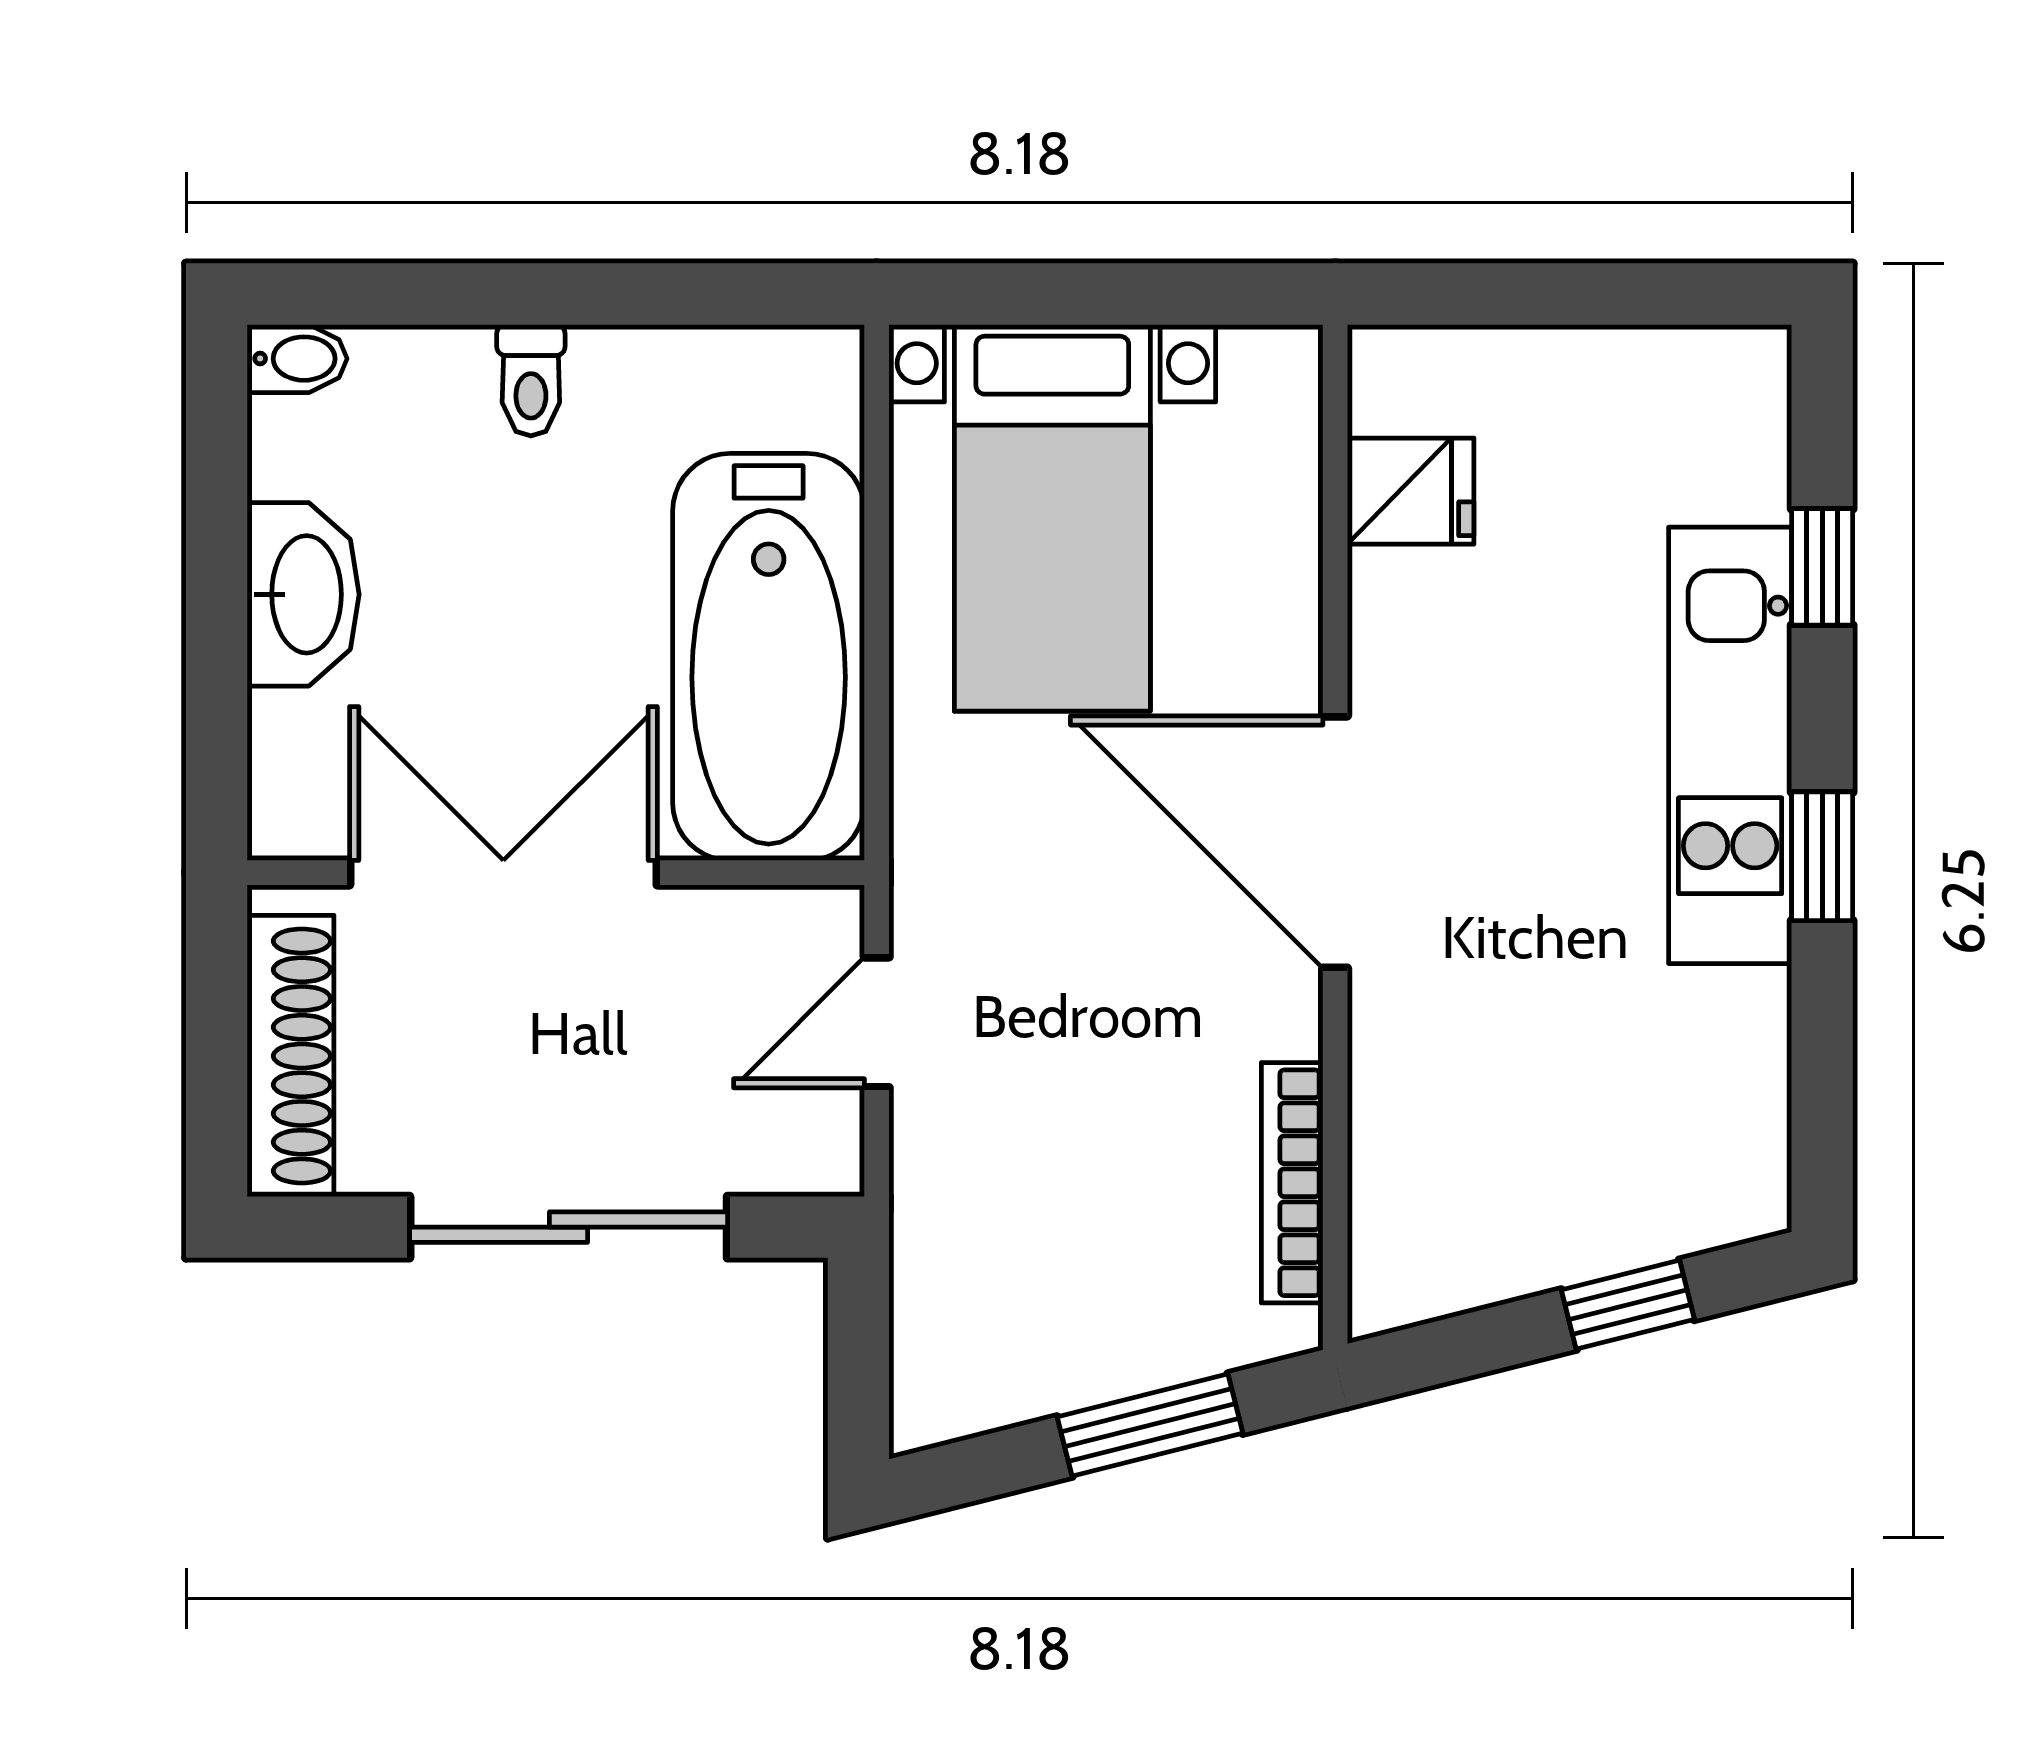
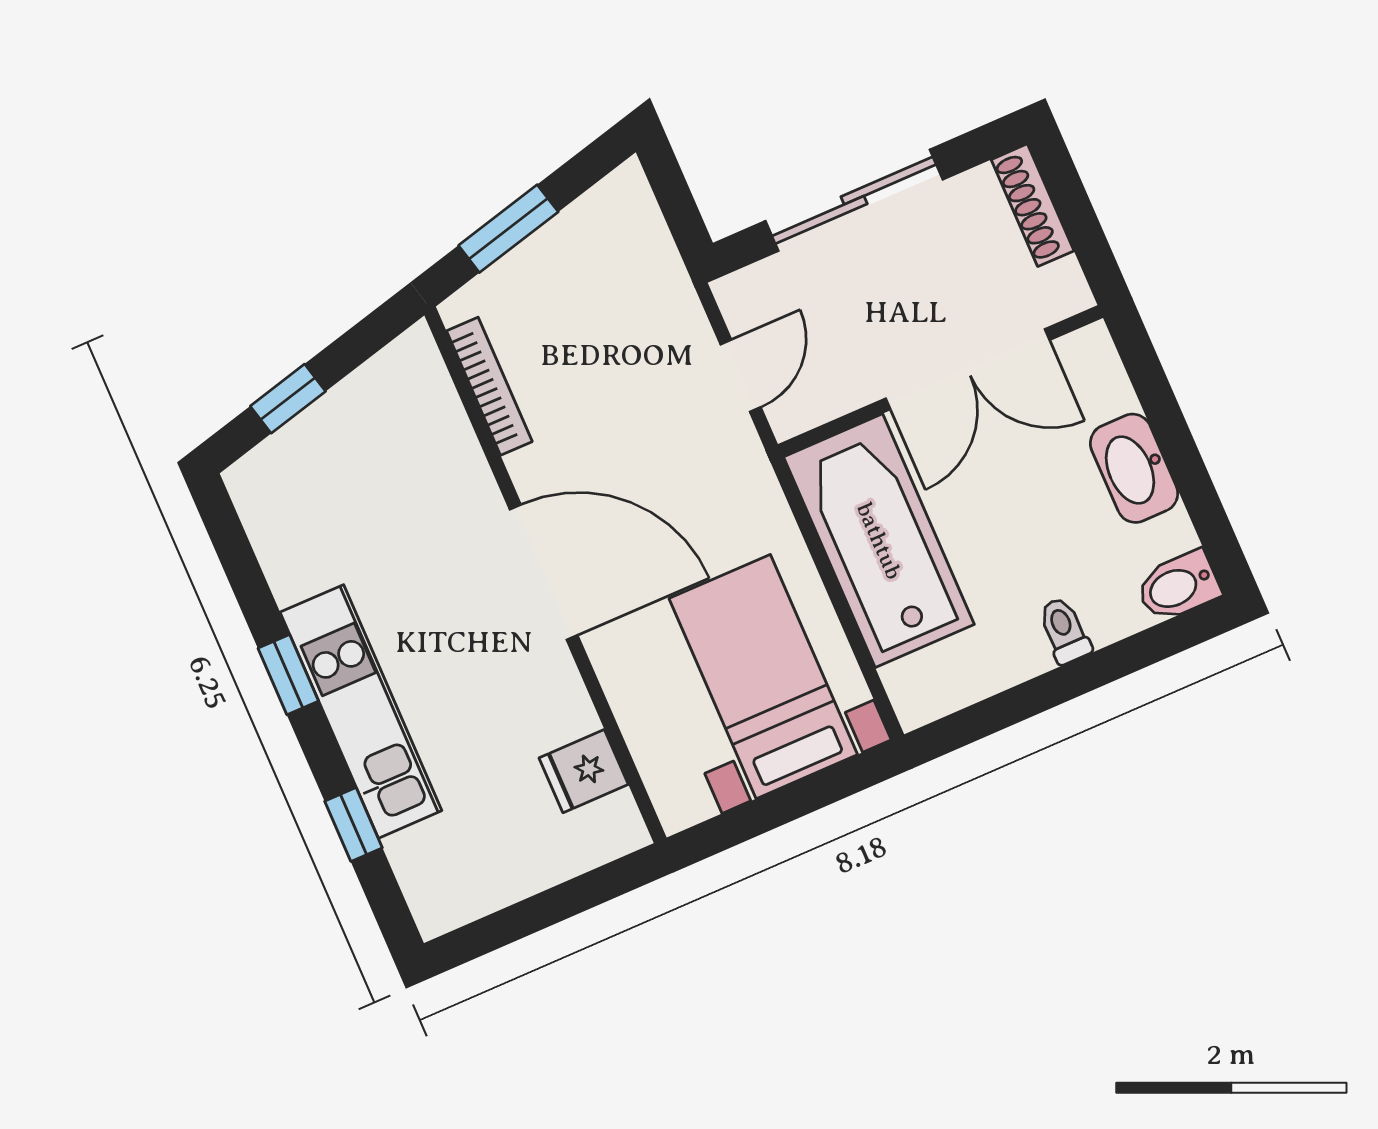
bidet: (297, 359) -> (1178, 586), width x1.38, depth x1.36
shoe rack: (291, 1056) -> (1033, 205), width x0.74, depth x0.81

